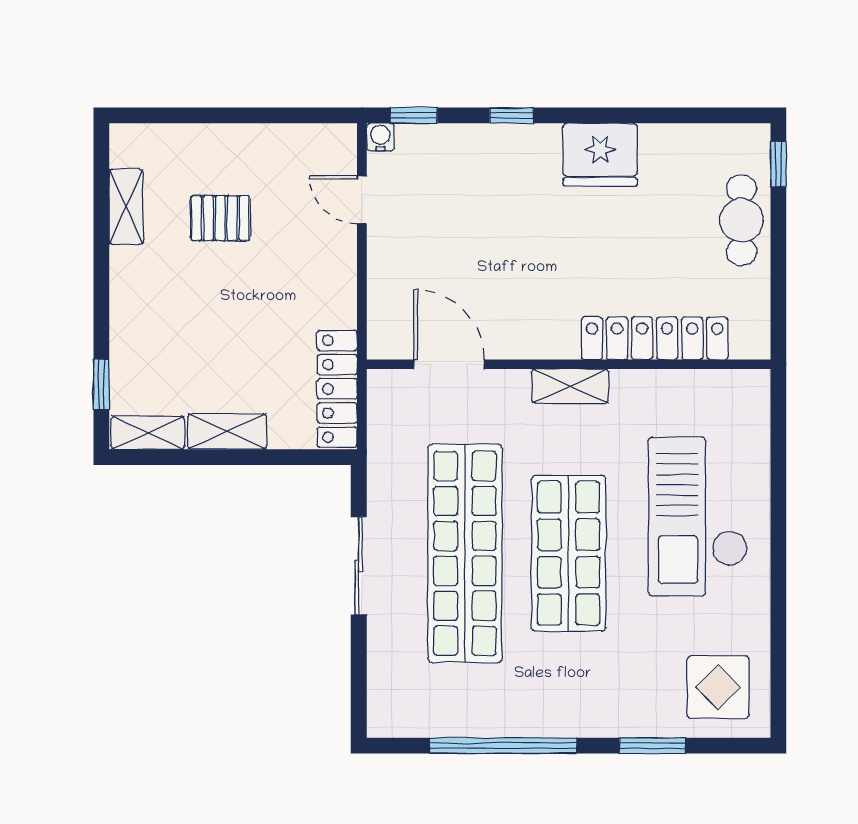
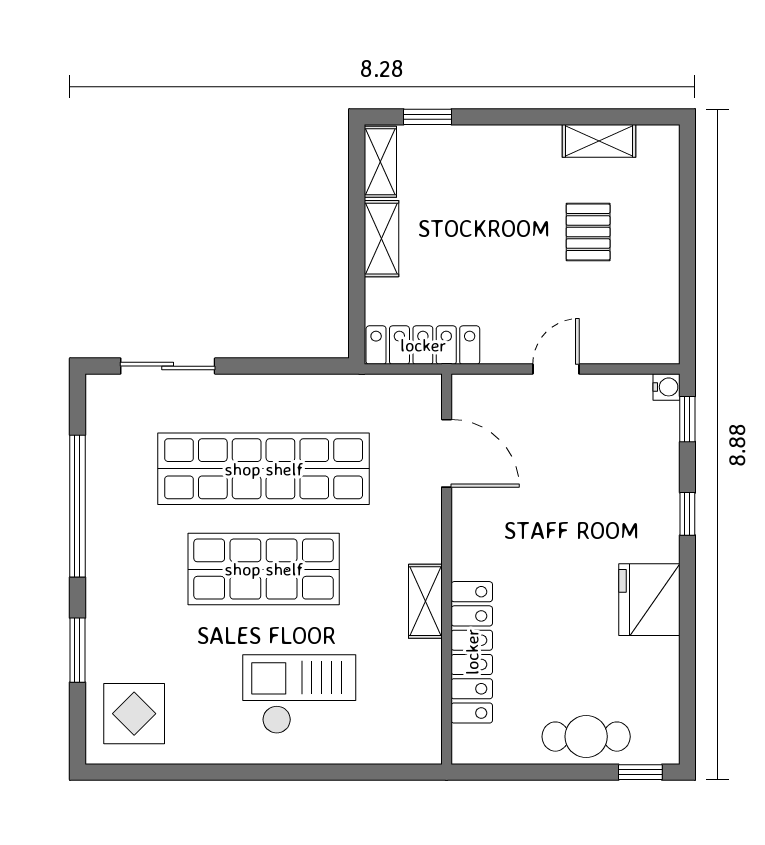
door: (362, 200) -> (556, 369), moved
door: (449, 364) -> (447, 453), hinge flipped
shelving: (570, 386) -> (425, 601), moved
checkout: (698, 517) -> (299, 694), width x0.73, depth x0.83
sliding door: (359, 566) -> (168, 366), moved

